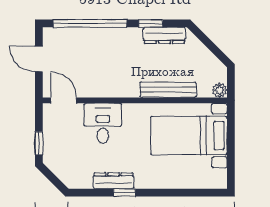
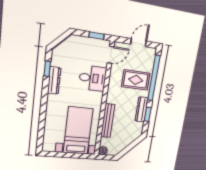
dresser: (164, 35) -> (142, 109), moved
rug: (97, 54) -> (136, 80), added
window: (39, 143) -> (96, 36), moved
window: (124, 193) -> (47, 69), moved

